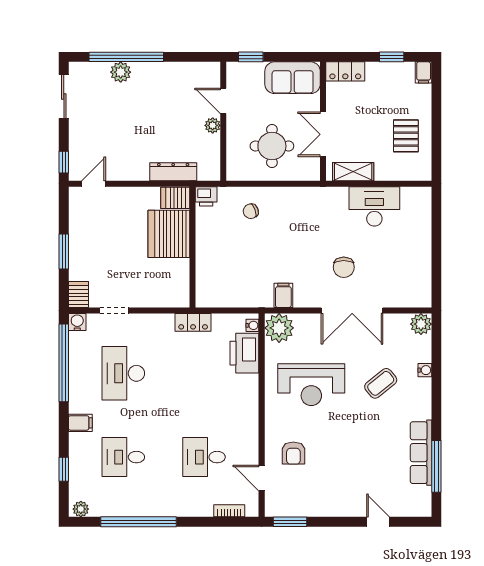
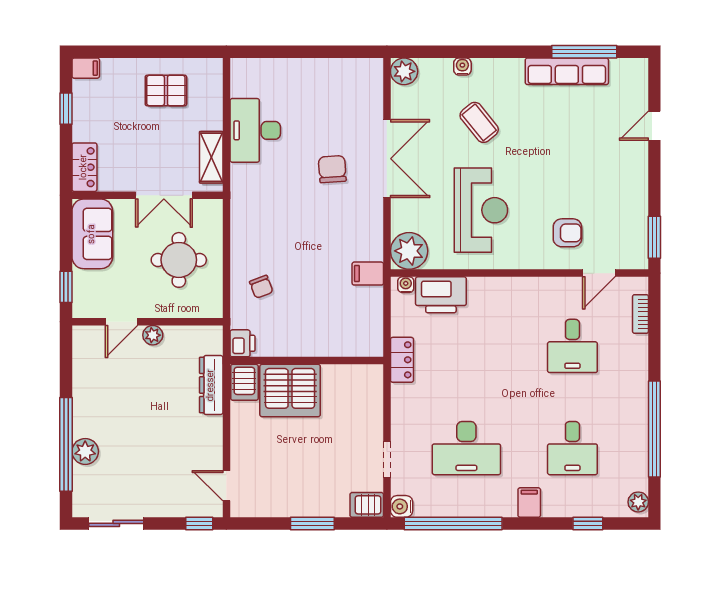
chair: (344, 267) -> (332, 169), turned -94
filing cabinet: (283, 295) -> (368, 274), moved

